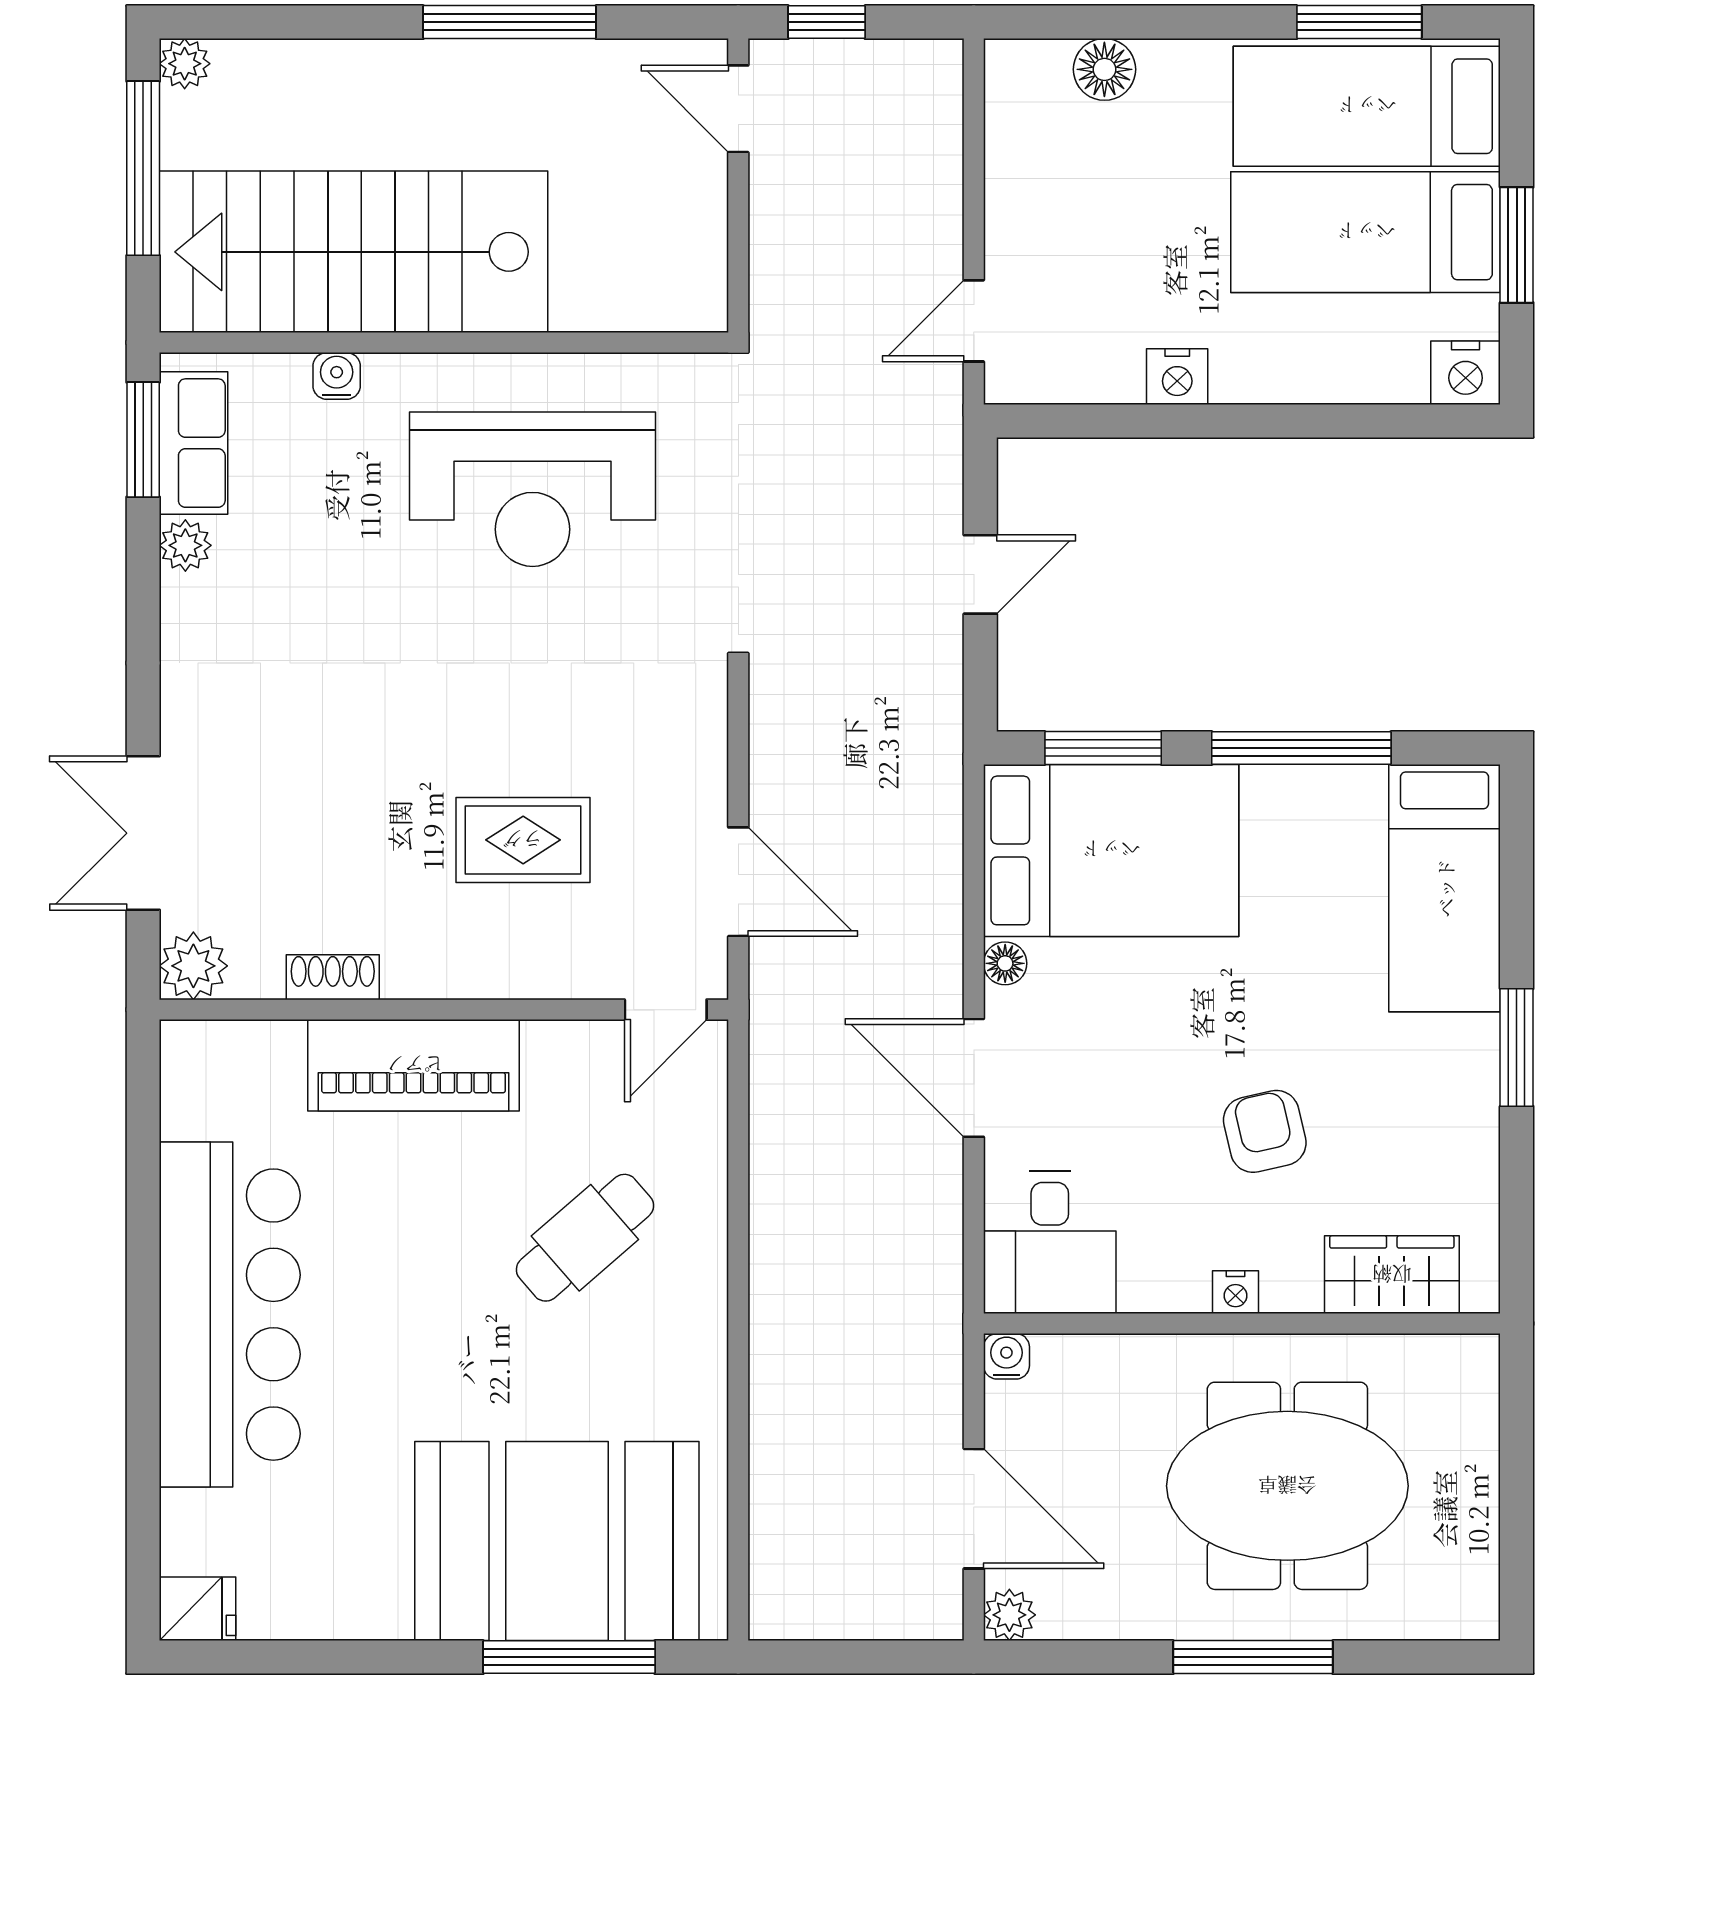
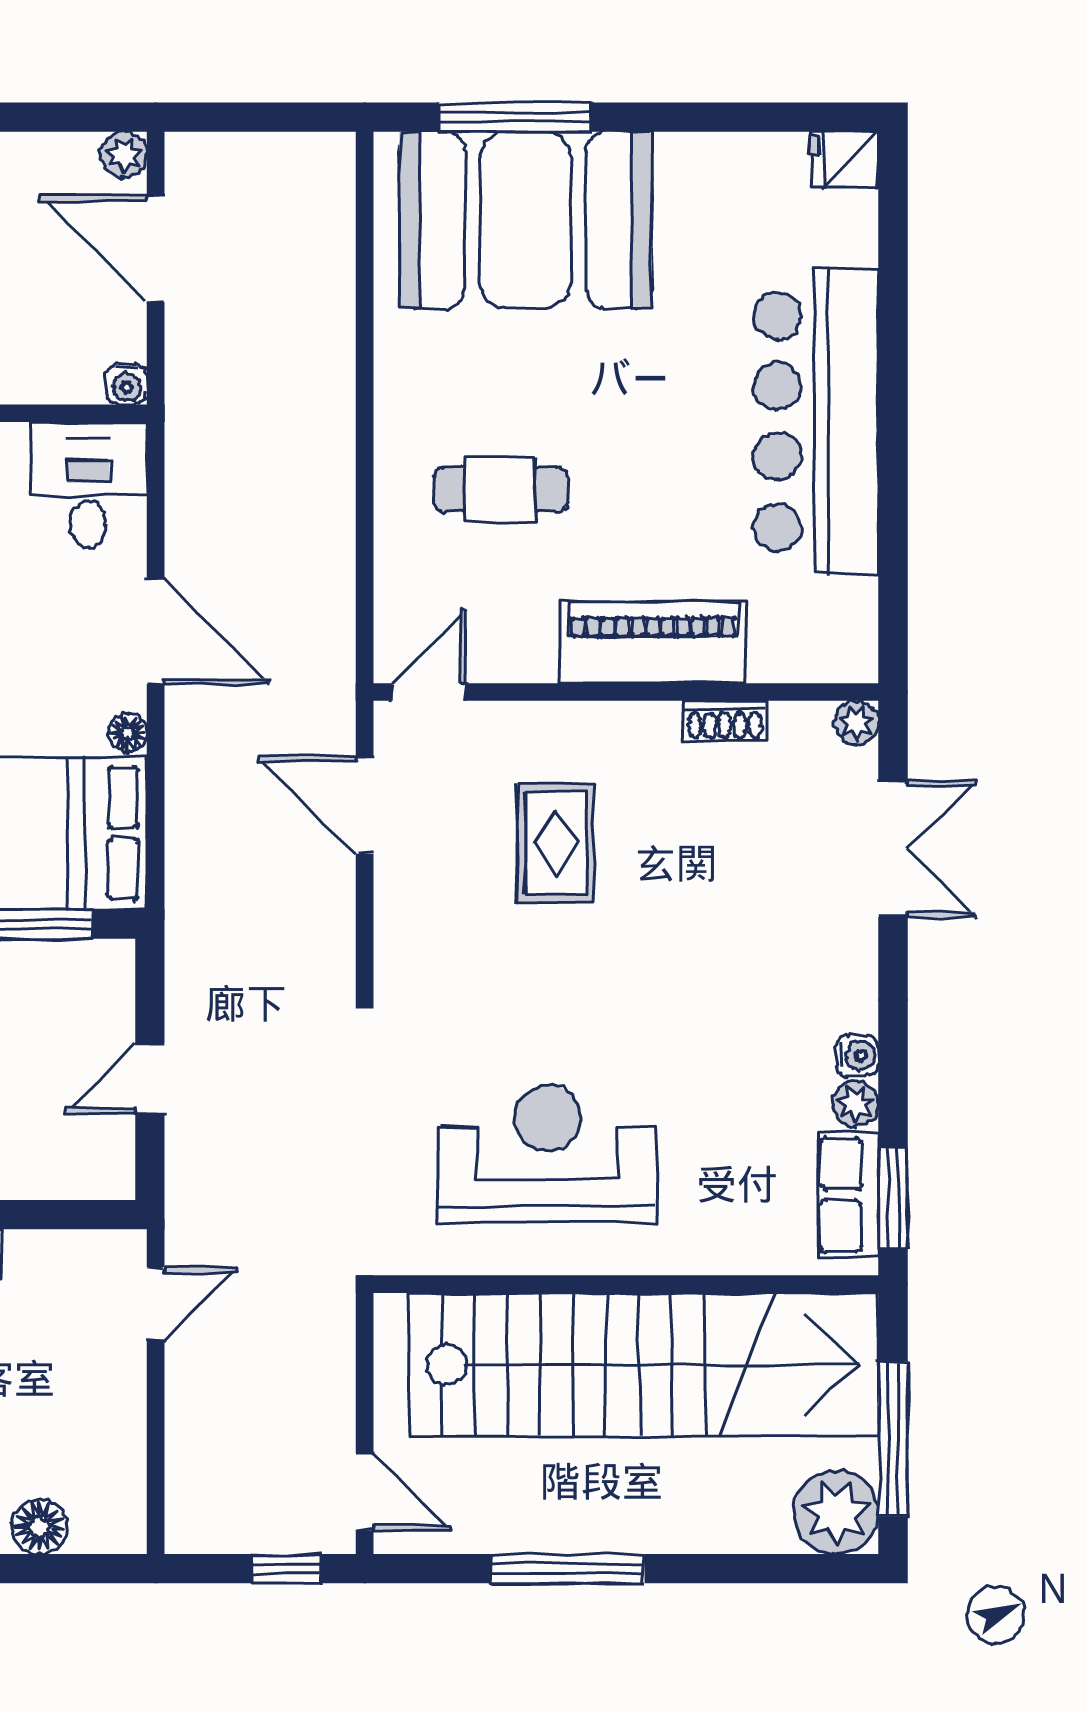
plant: (185, 64) -> (836, 1512), width x1.88, depth x1.88
stairs: (354, 252) -> (644, 1365), width x1.36
water cooler: (337, 376) -> (858, 1056), moved, turned -90
rug: (523, 840) -> (556, 843), turned 90
plant: (193, 966) -> (857, 723), width x0.73, depth x0.73
cafe table: (585, 1238) -> (501, 489), turned 41

